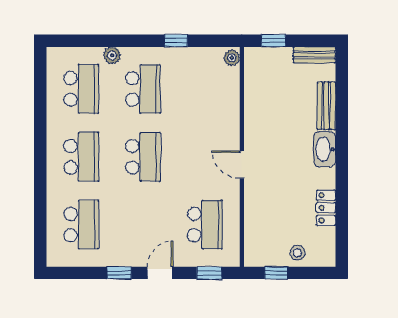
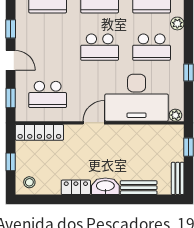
desk: (209, 109) -> (137, 98), added
locker: (326, 208) -> (76, 187), moved
locker: (254, 235) -> (39, 132), added
stool: (297, 253) -> (29, 182), moved
window: (276, 273) -> (11, 162), moved

